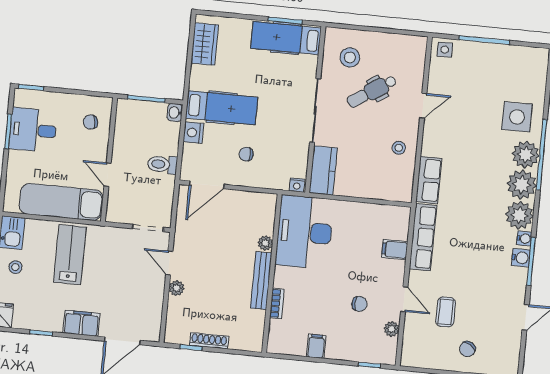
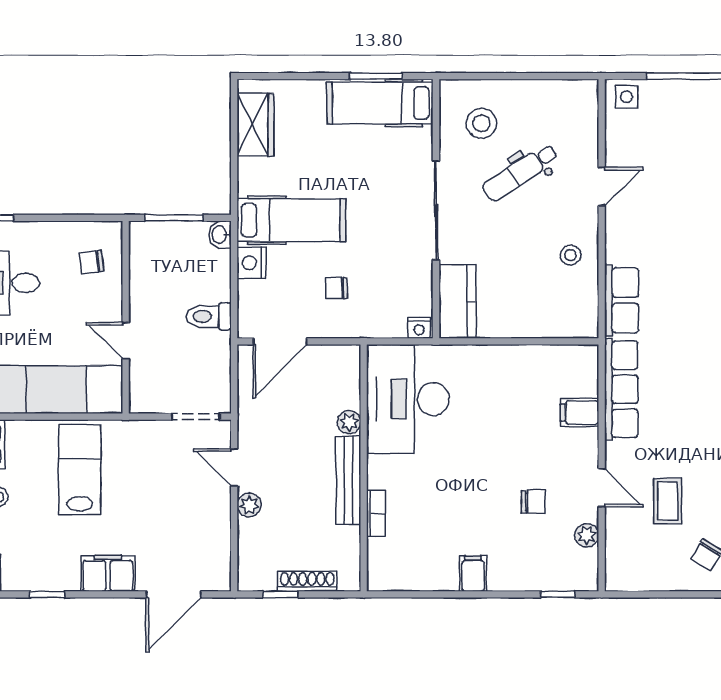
desk: (304, 232) -> (408, 399), moved
plant: (265, 243) -> (349, 422), moved
wall: (272, 273) -> (364, 468), moved
bench: (261, 280) -> (348, 480), moved
bookcase: (277, 303) -> (376, 513), moved

